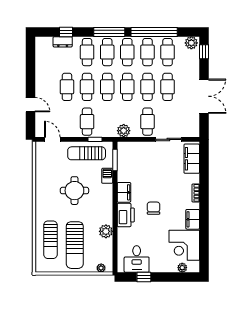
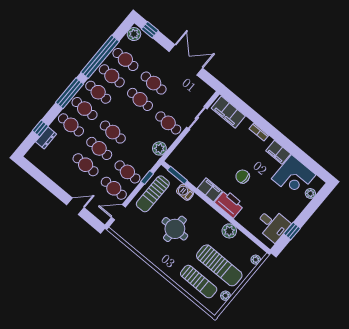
cafe table: (127, 87) -> (114, 188), moved
plant: (57, 268) -> (225, 296), added

